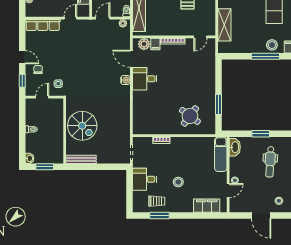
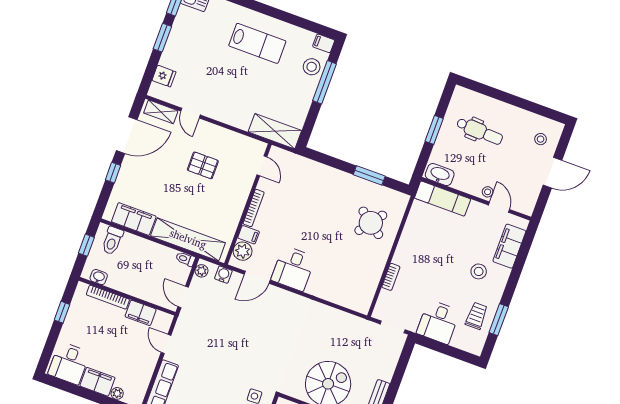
shelving: (224, 25) -> (275, 131), moved
water cooler: (125, 80) -> (223, 275), moved
stool: (178, 182) -> (479, 271), moved

